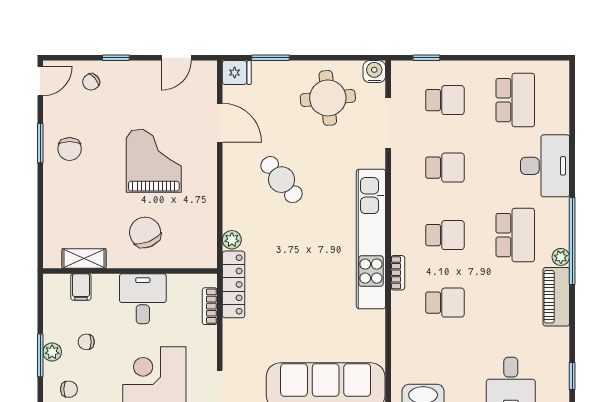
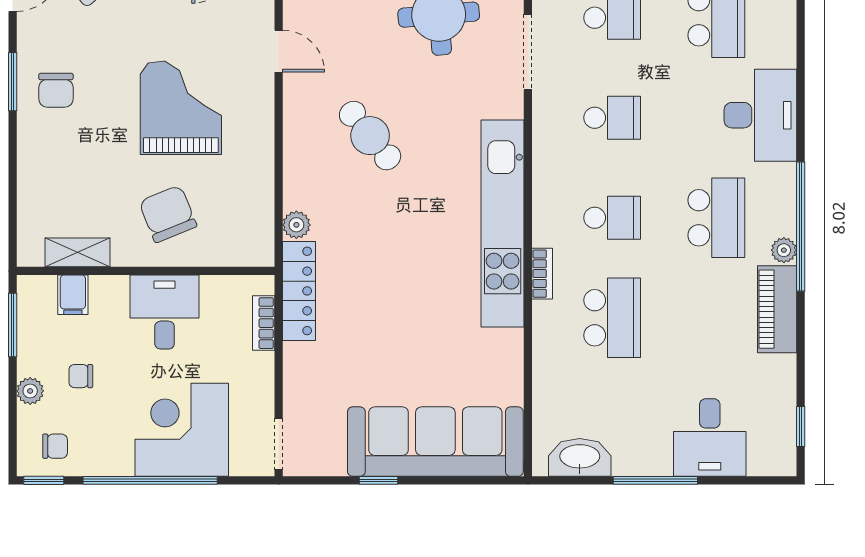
door: (220, 123) -> (279, 51), width x0.73
school desk: (445, 303) -> (612, 318), width x1.85
window: (40, 355) -> (13, 325), moved

